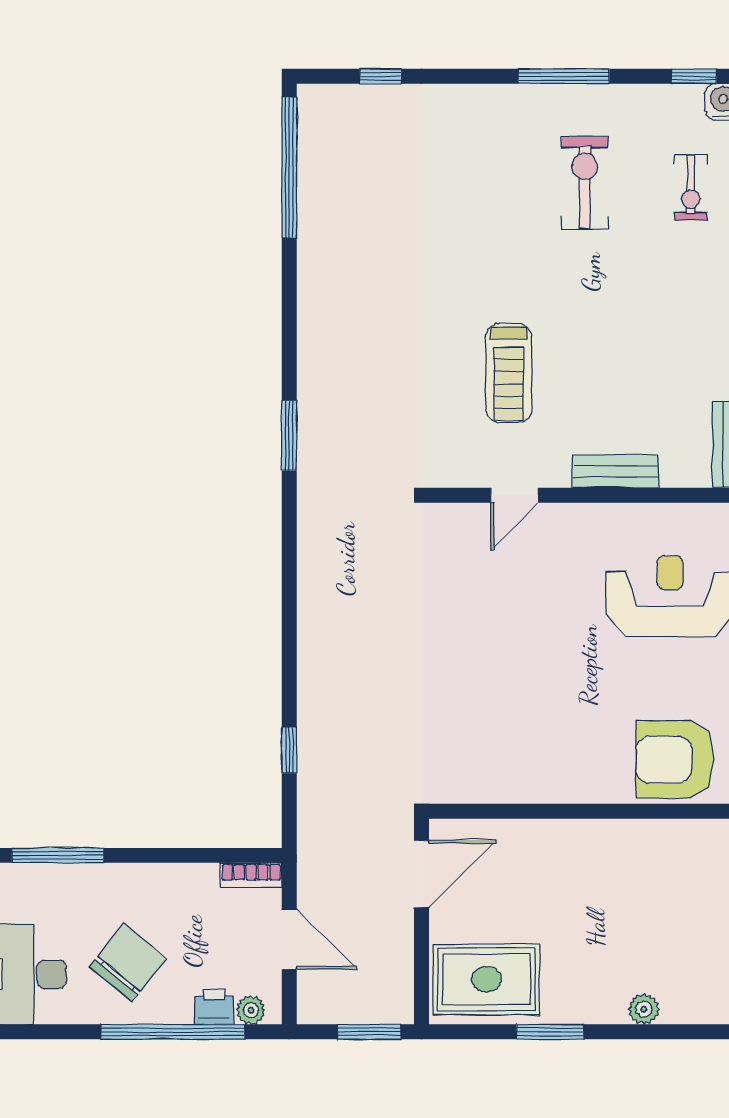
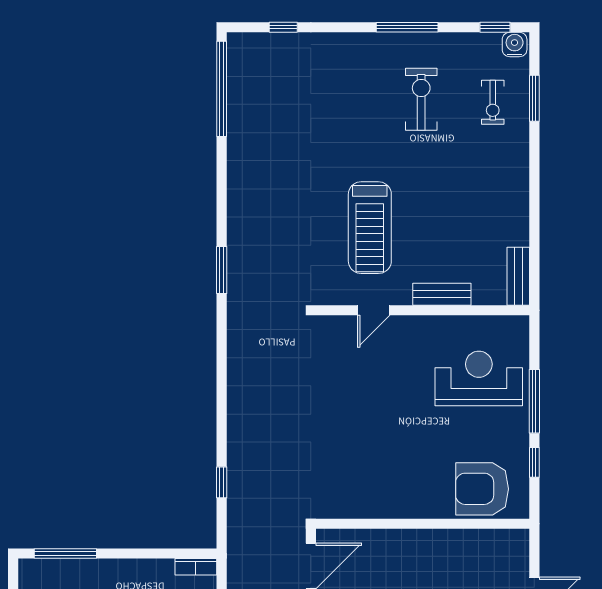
treadmill: (509, 373) -> (370, 228), width x1.37, depth x1.37

